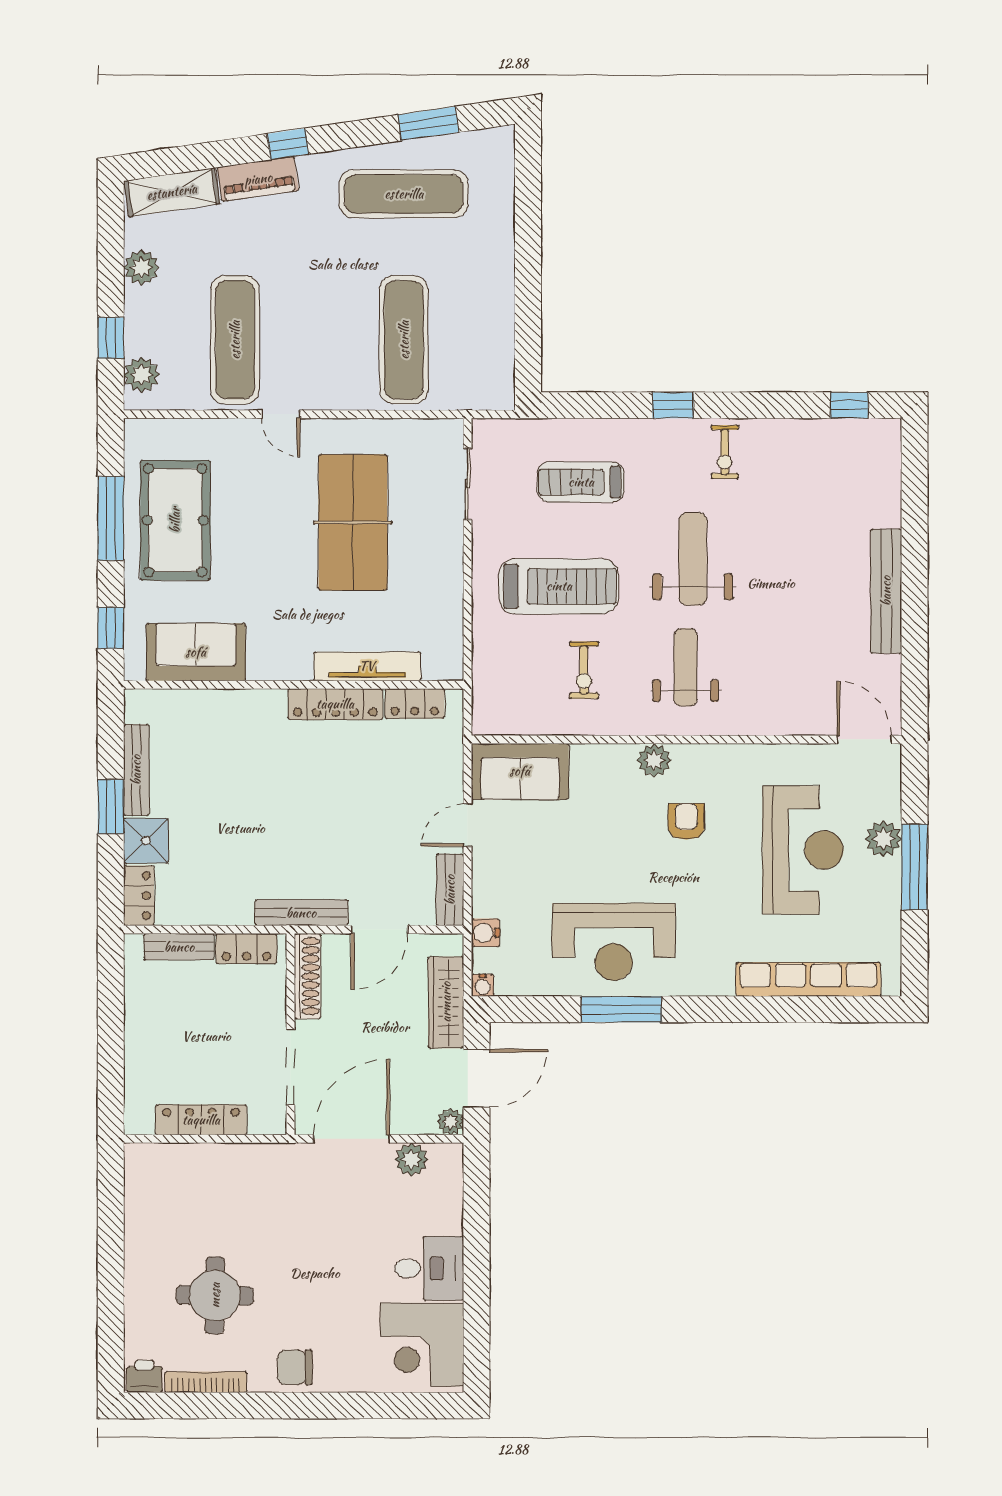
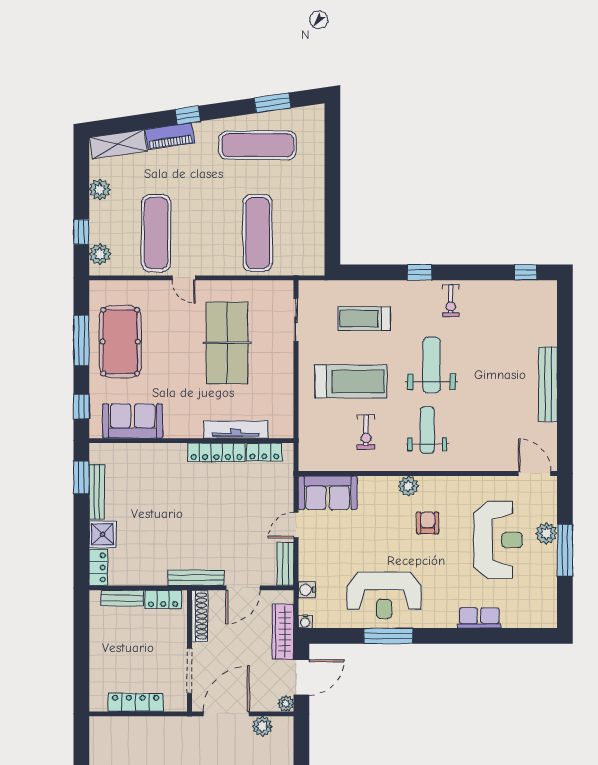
window: (111, 807) -> (81, 477), moved
row of seats: (808, 979) -> (479, 618), width x0.50

